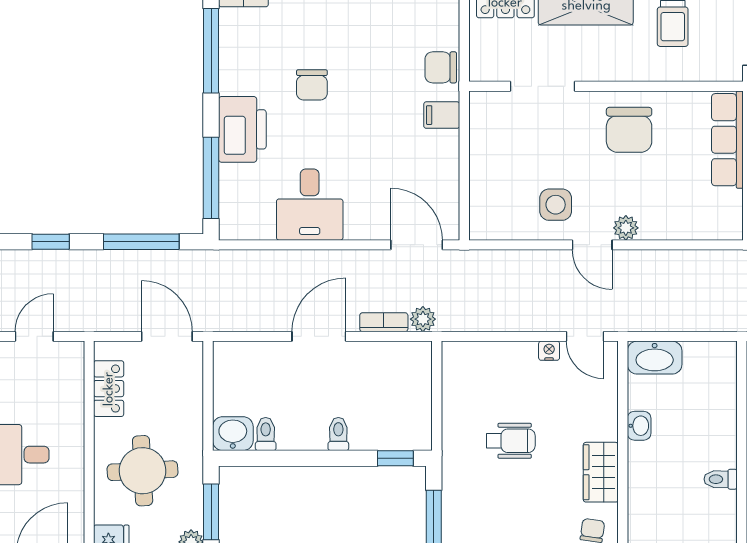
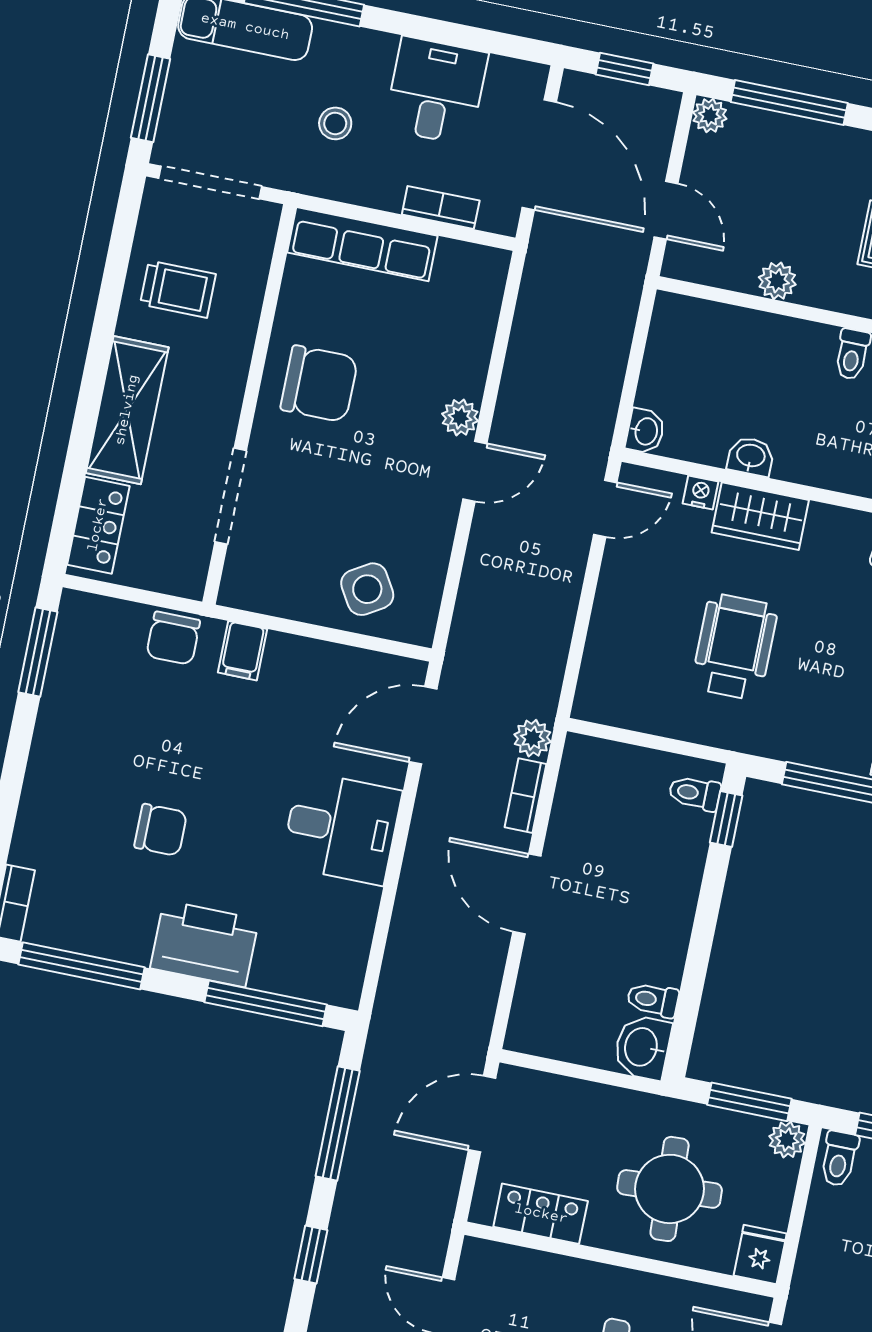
desk: (310, 205) -> (341, 828), moved
side table: (556, 205) -> (367, 589), moved, turned -31
nightstand: (549, 351) -> (700, 492), moved, turned 90
washbasin: (655, 358) -> (645, 431), width x0.52, depth x0.69
toilet: (338, 434) -> (695, 793), moved
wheelchair: (511, 441) -> (735, 647), width x1.36, depth x1.37
wardrobe: (601, 472) -> (760, 516), moved

